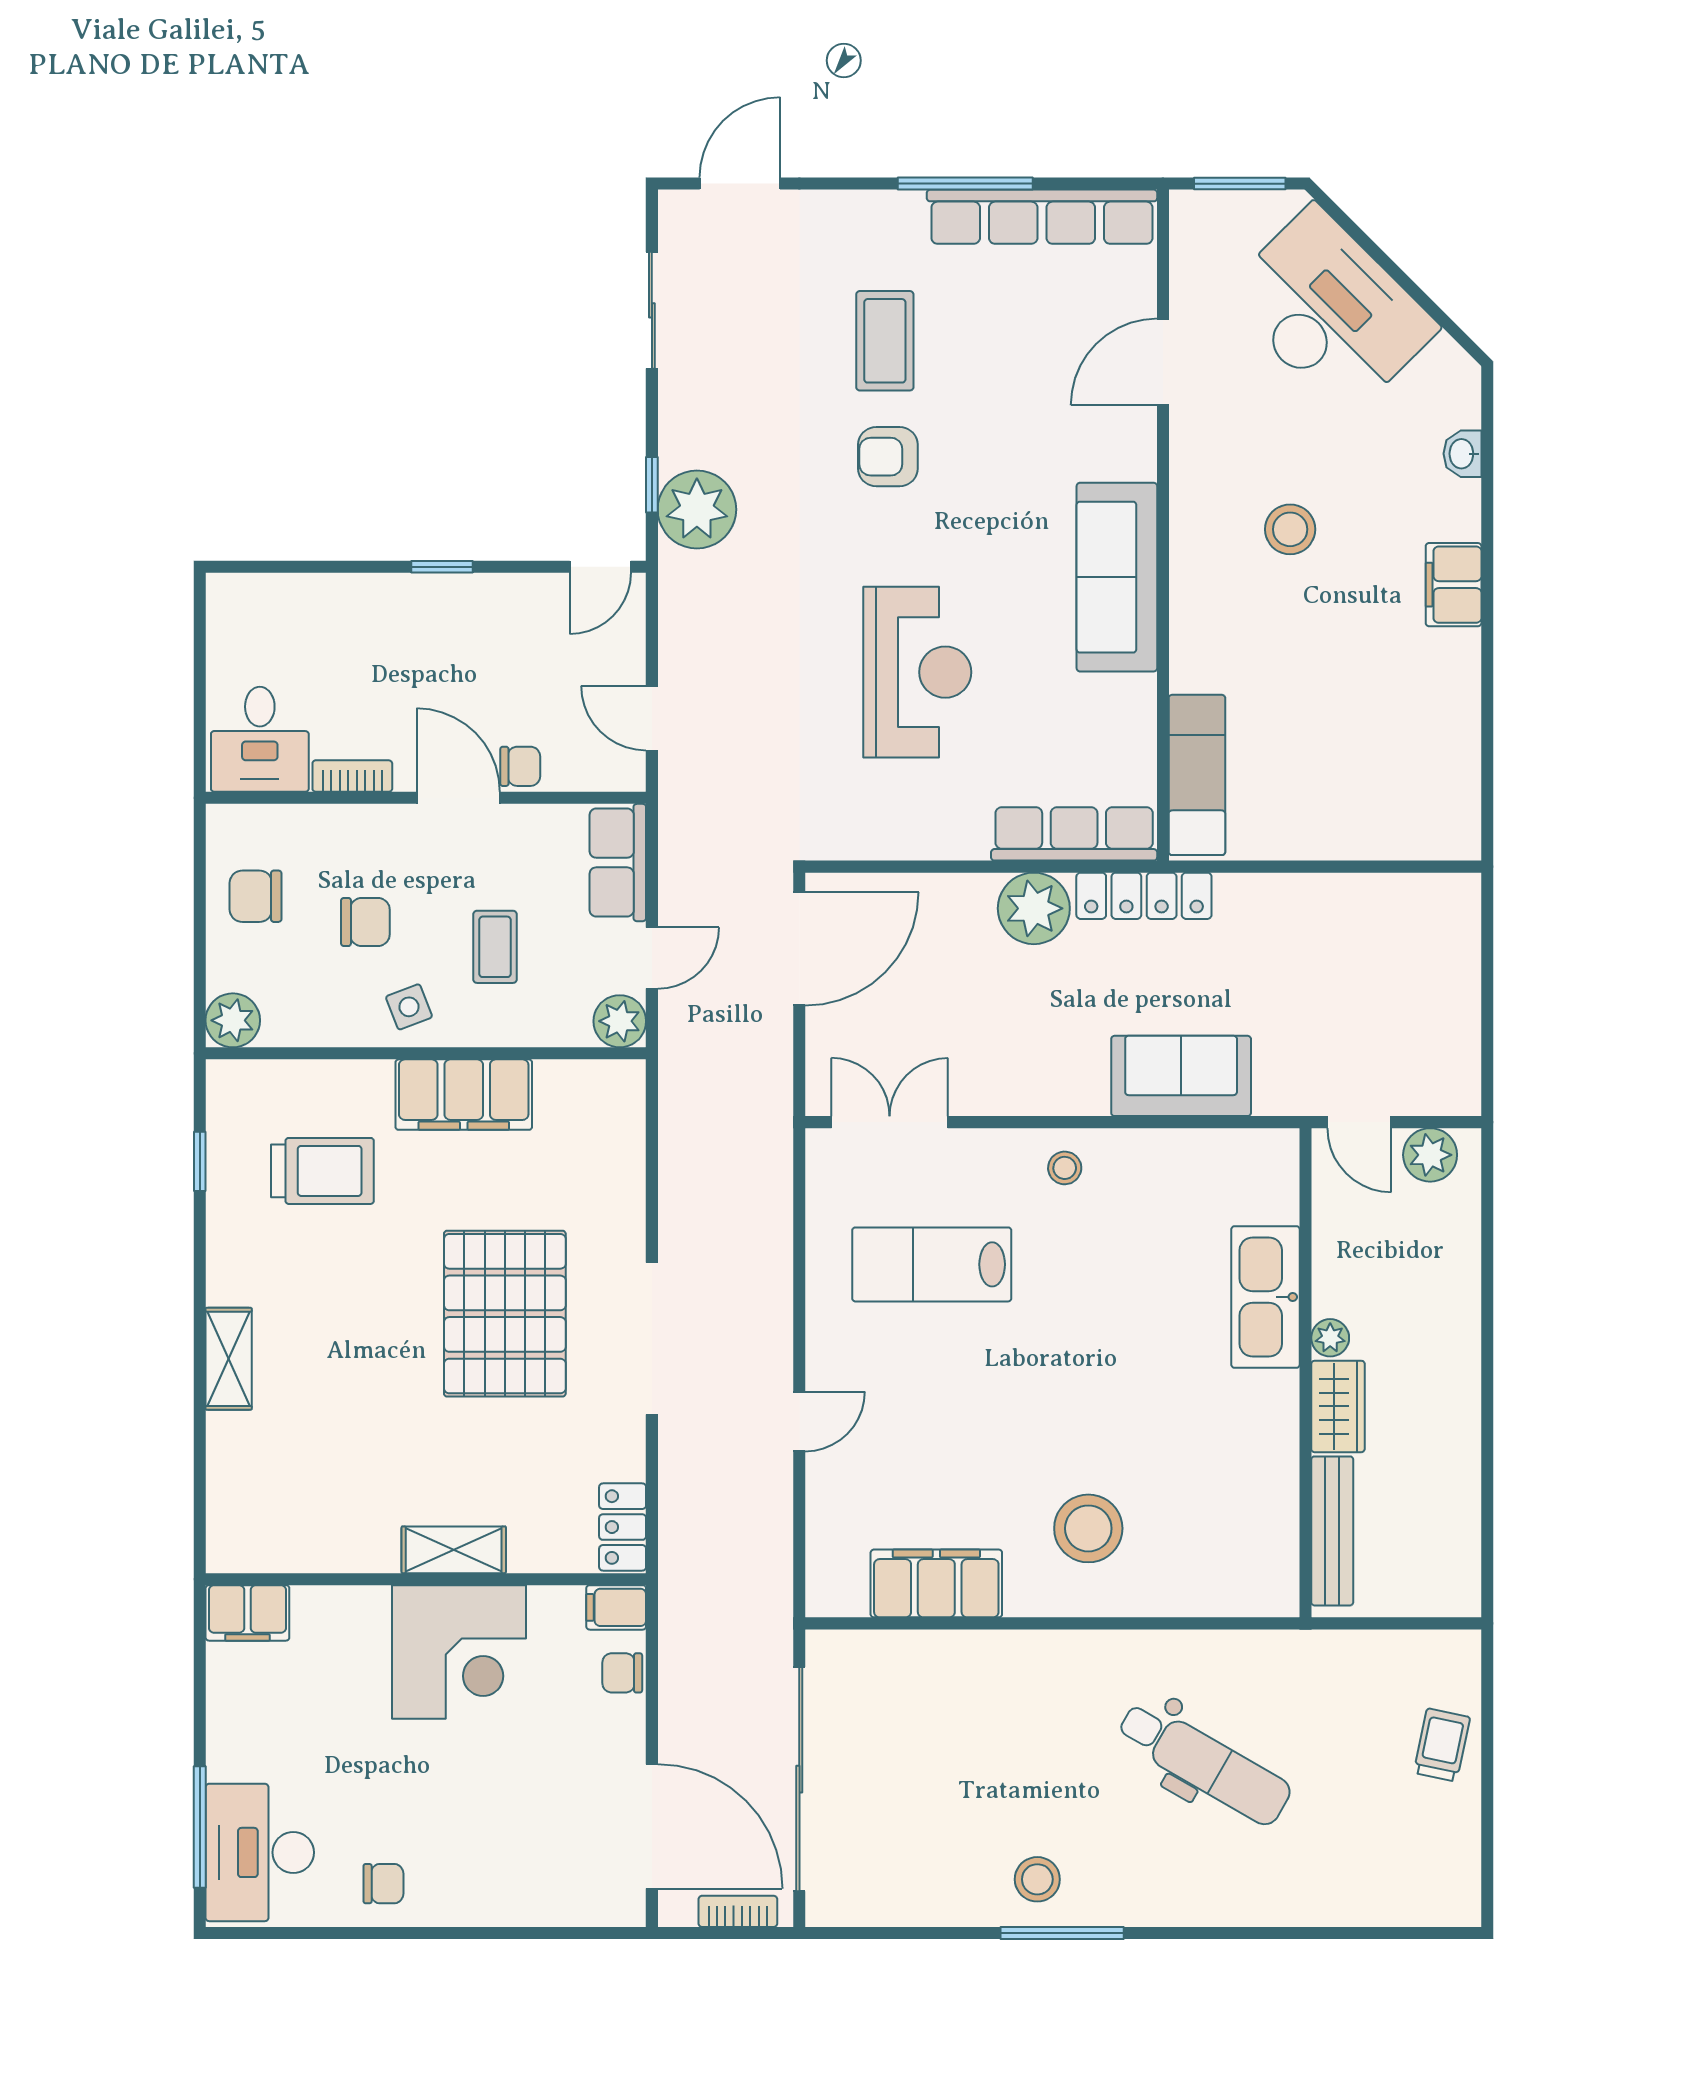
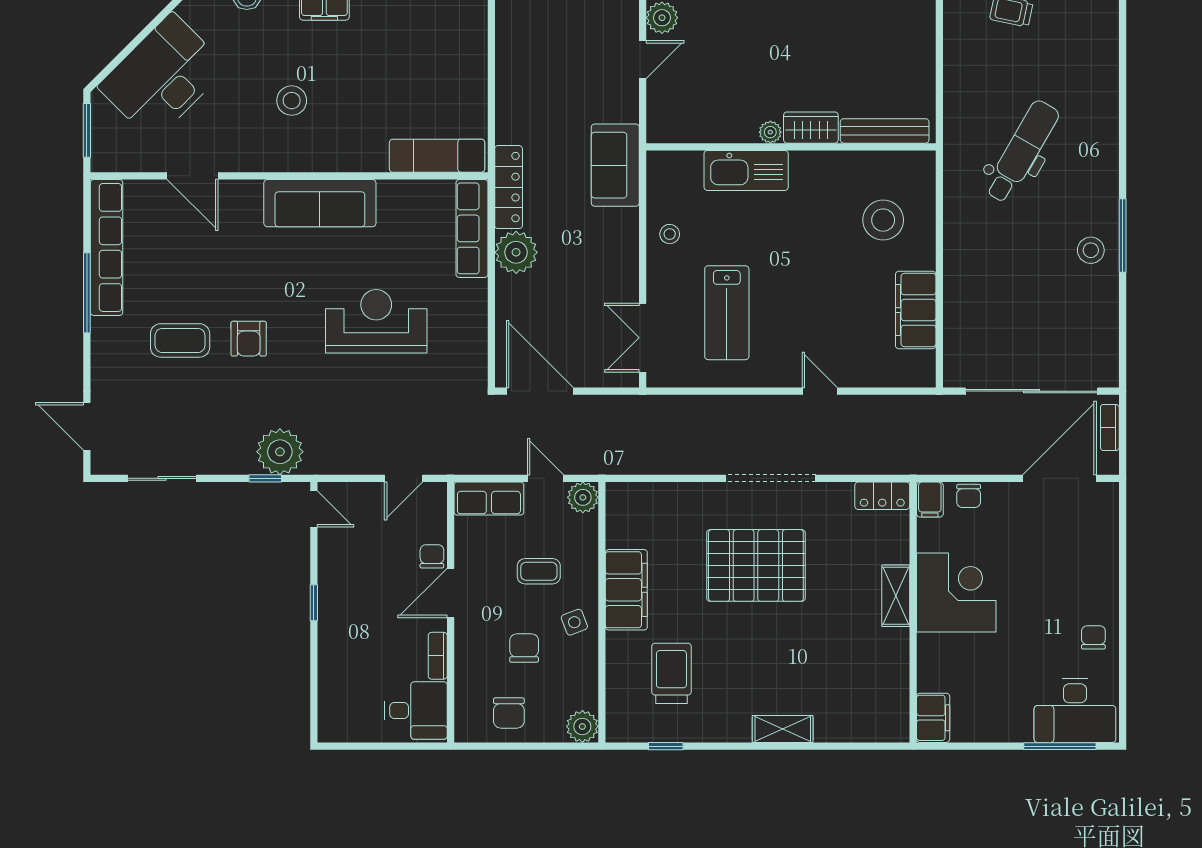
kitchen sink: (1265, 1297) -> (746, 170), moved
plant: (1330, 1338) -> (770, 132), moved
wall: (1305, 1373) -> (791, 147), moved
wardrobe: (1338, 1406) -> (811, 128), moved
bench: (1332, 1531) -> (885, 131), moved

